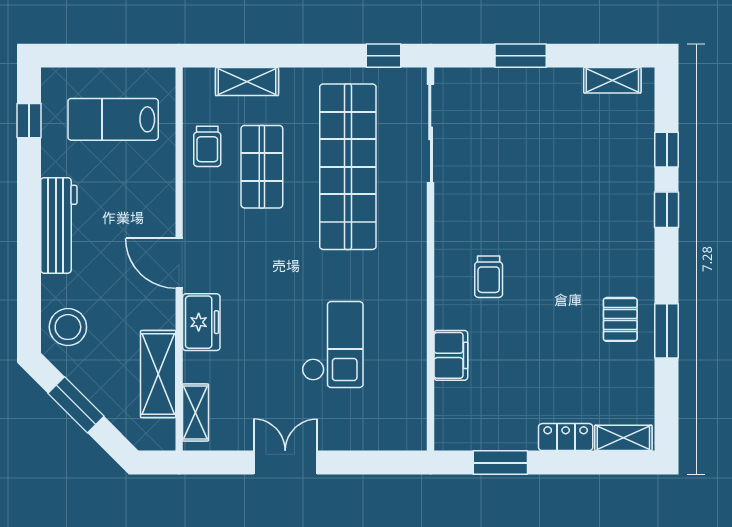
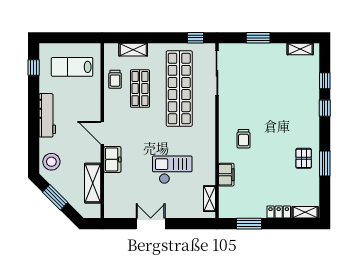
checkout: (333, 345) -> (172, 170), turned -90
shelving: (196, 412) -> (210, 199), moved

